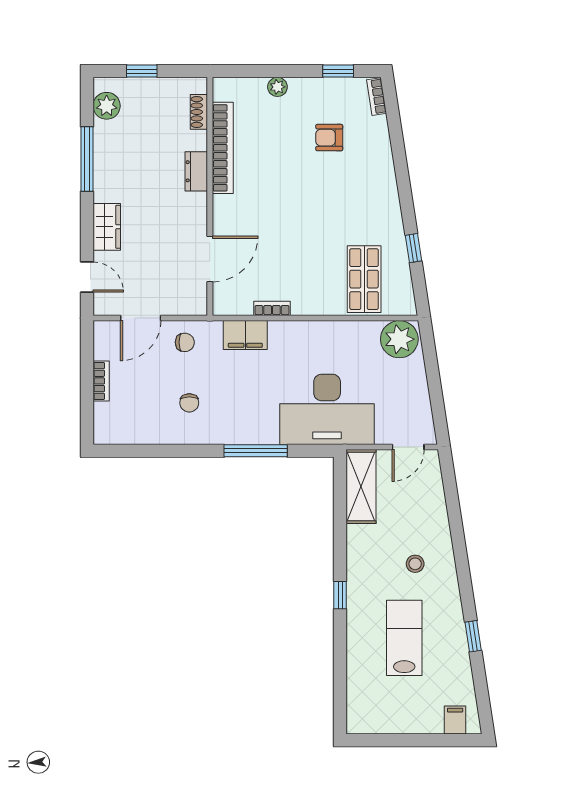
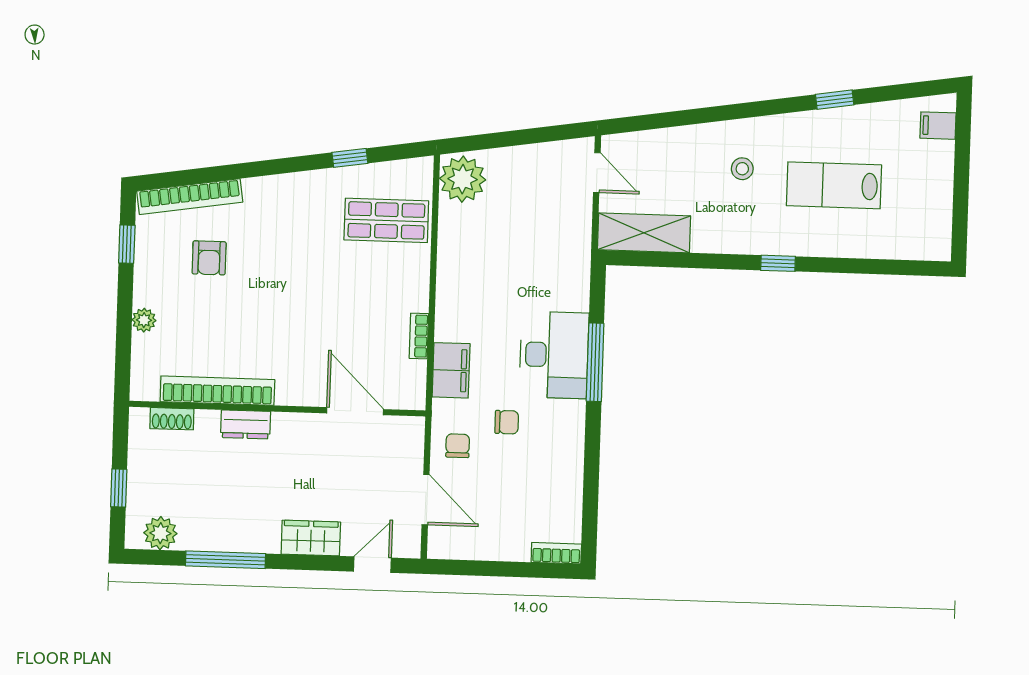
bookcase: (377, 97) -> (190, 197), width x2.31, depth x1.31
bookcase: (101, 381) -> (556, 553), moved
chair: (189, 403) -> (507, 422), moved
desk: (327, 409) -> (554, 355), moved, width x0.73, depth x0.77

